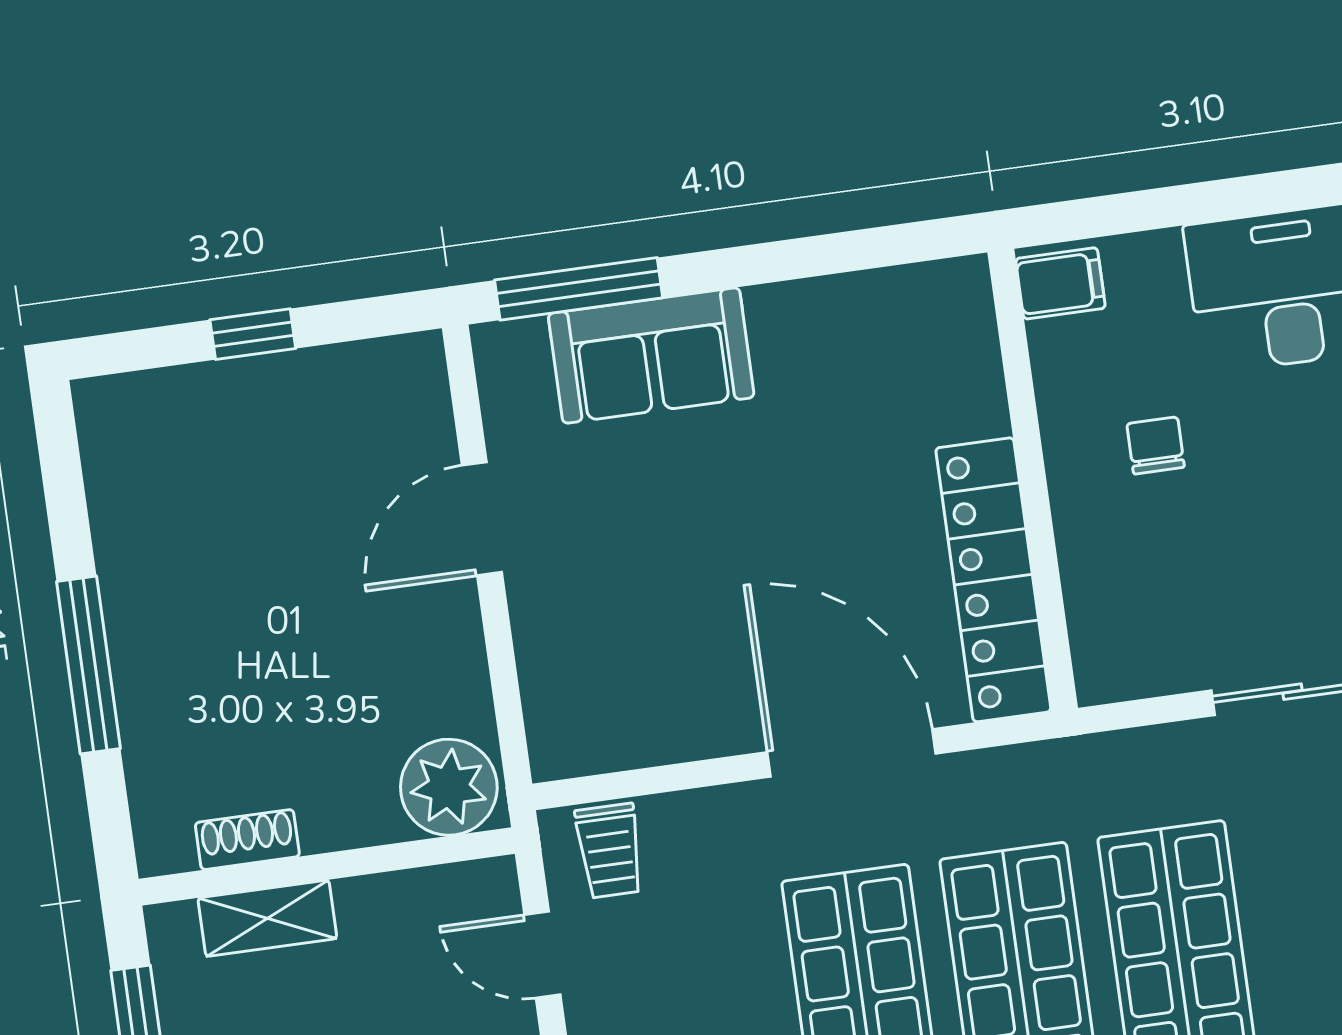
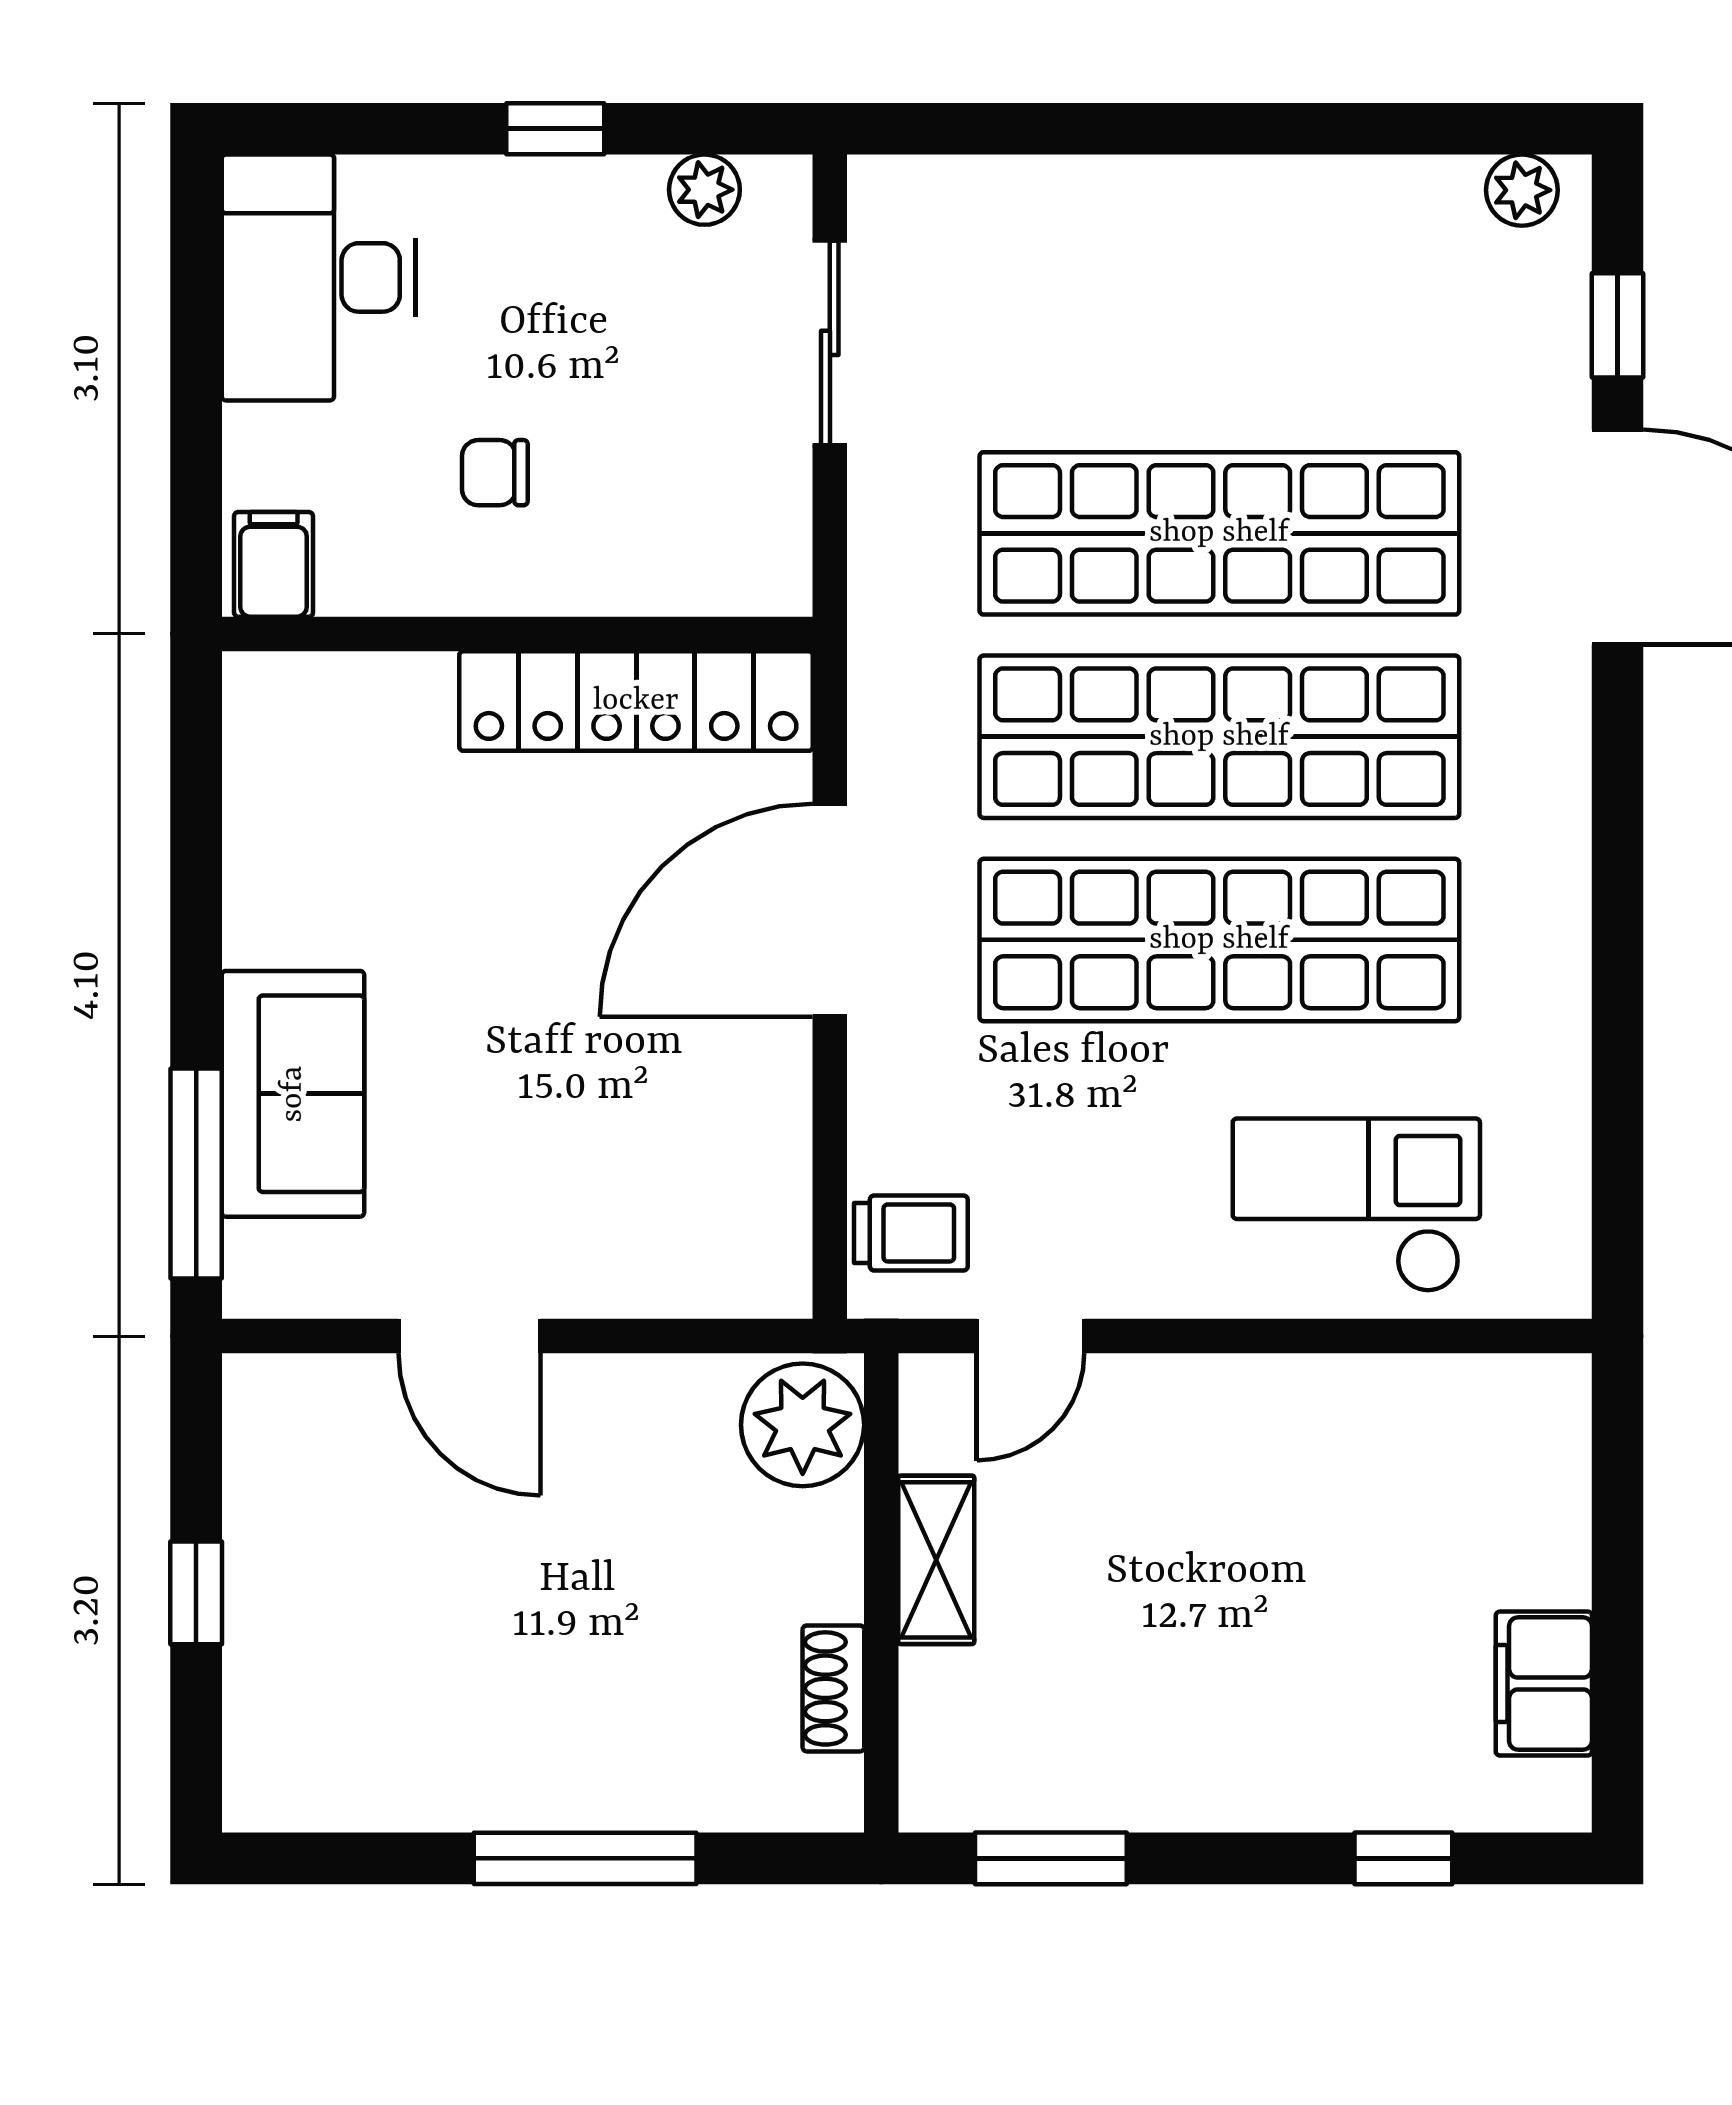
shelving: (267, 918) -> (936, 1560), moved

